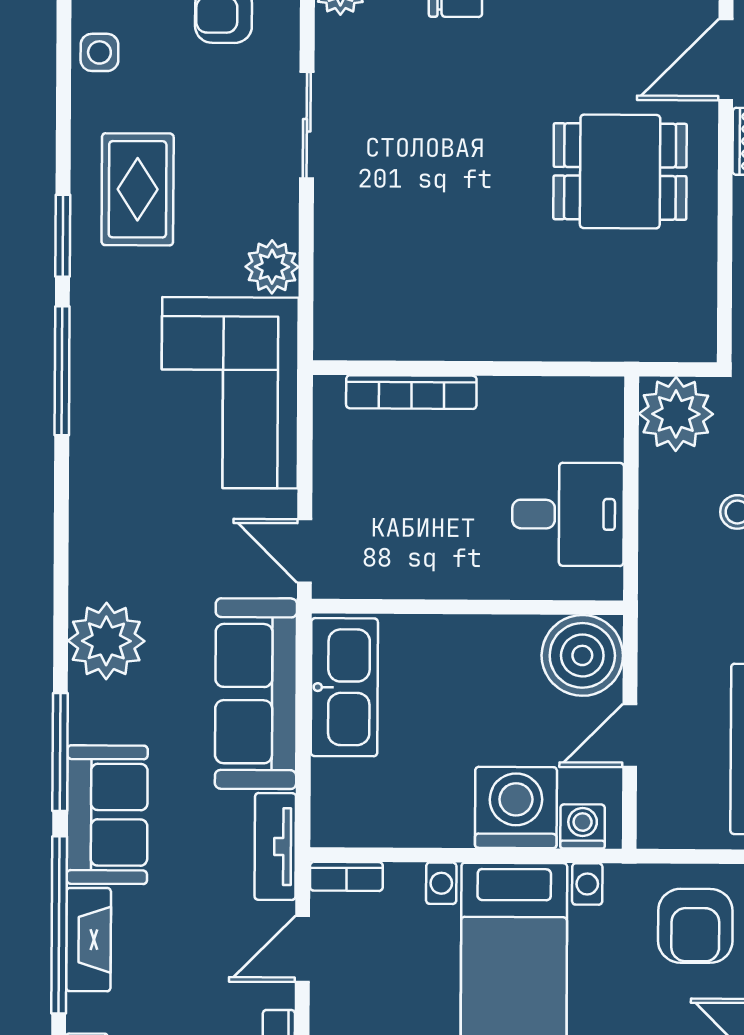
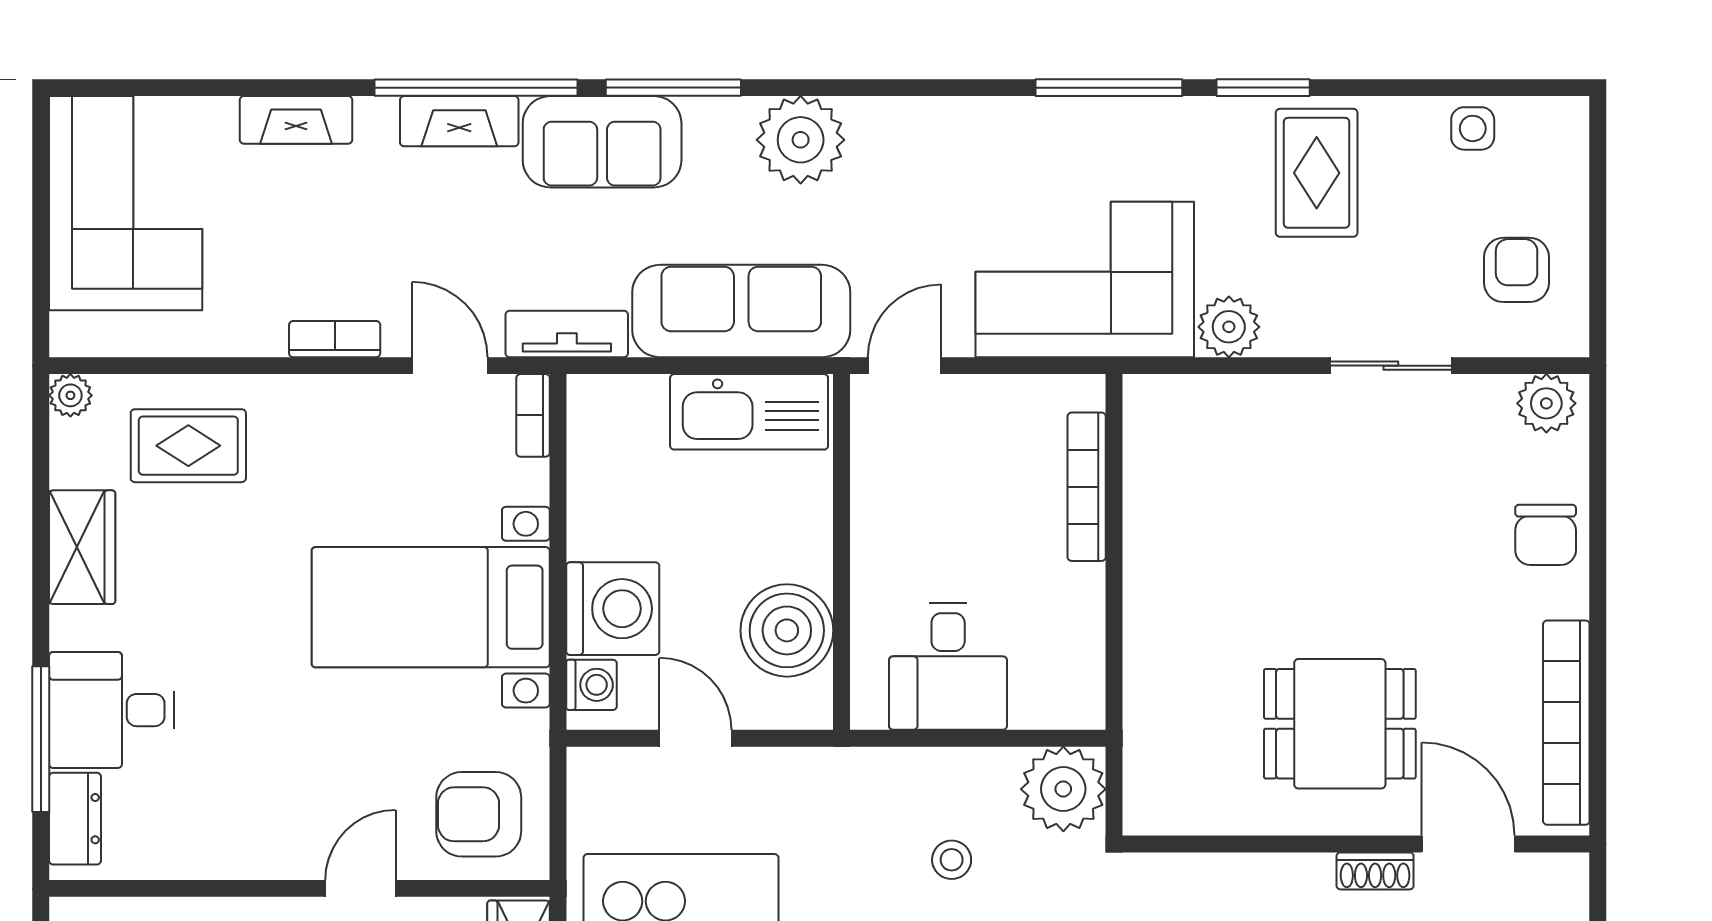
dining table: (620, 172) -> (1340, 724), turned 90
rug: (138, 189) -> (1317, 173), turned 90
boiler: (582, 655) -> (787, 630), moved

